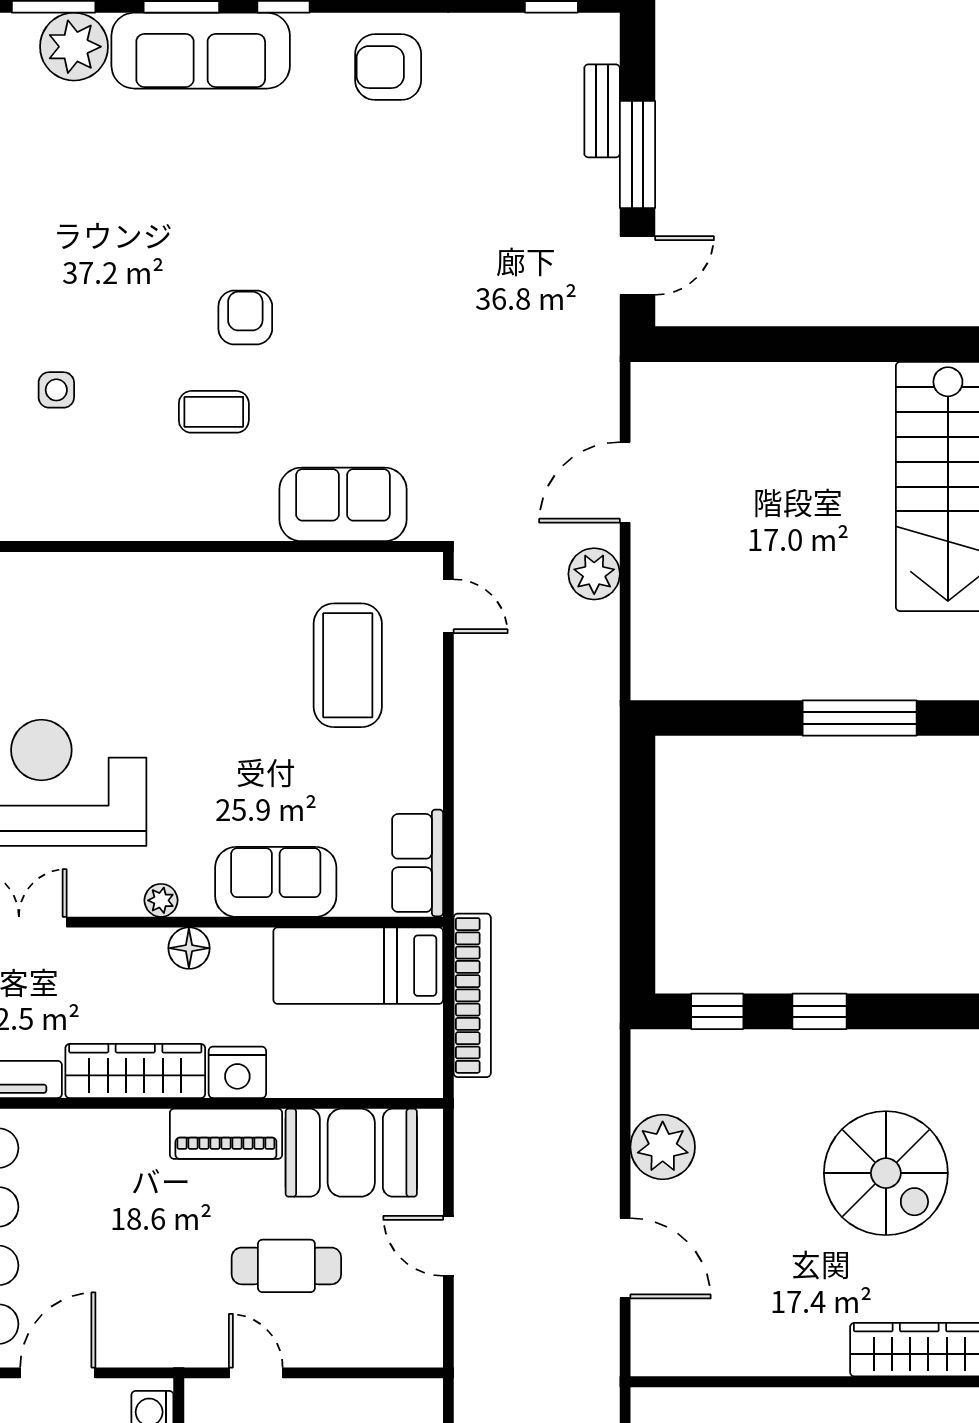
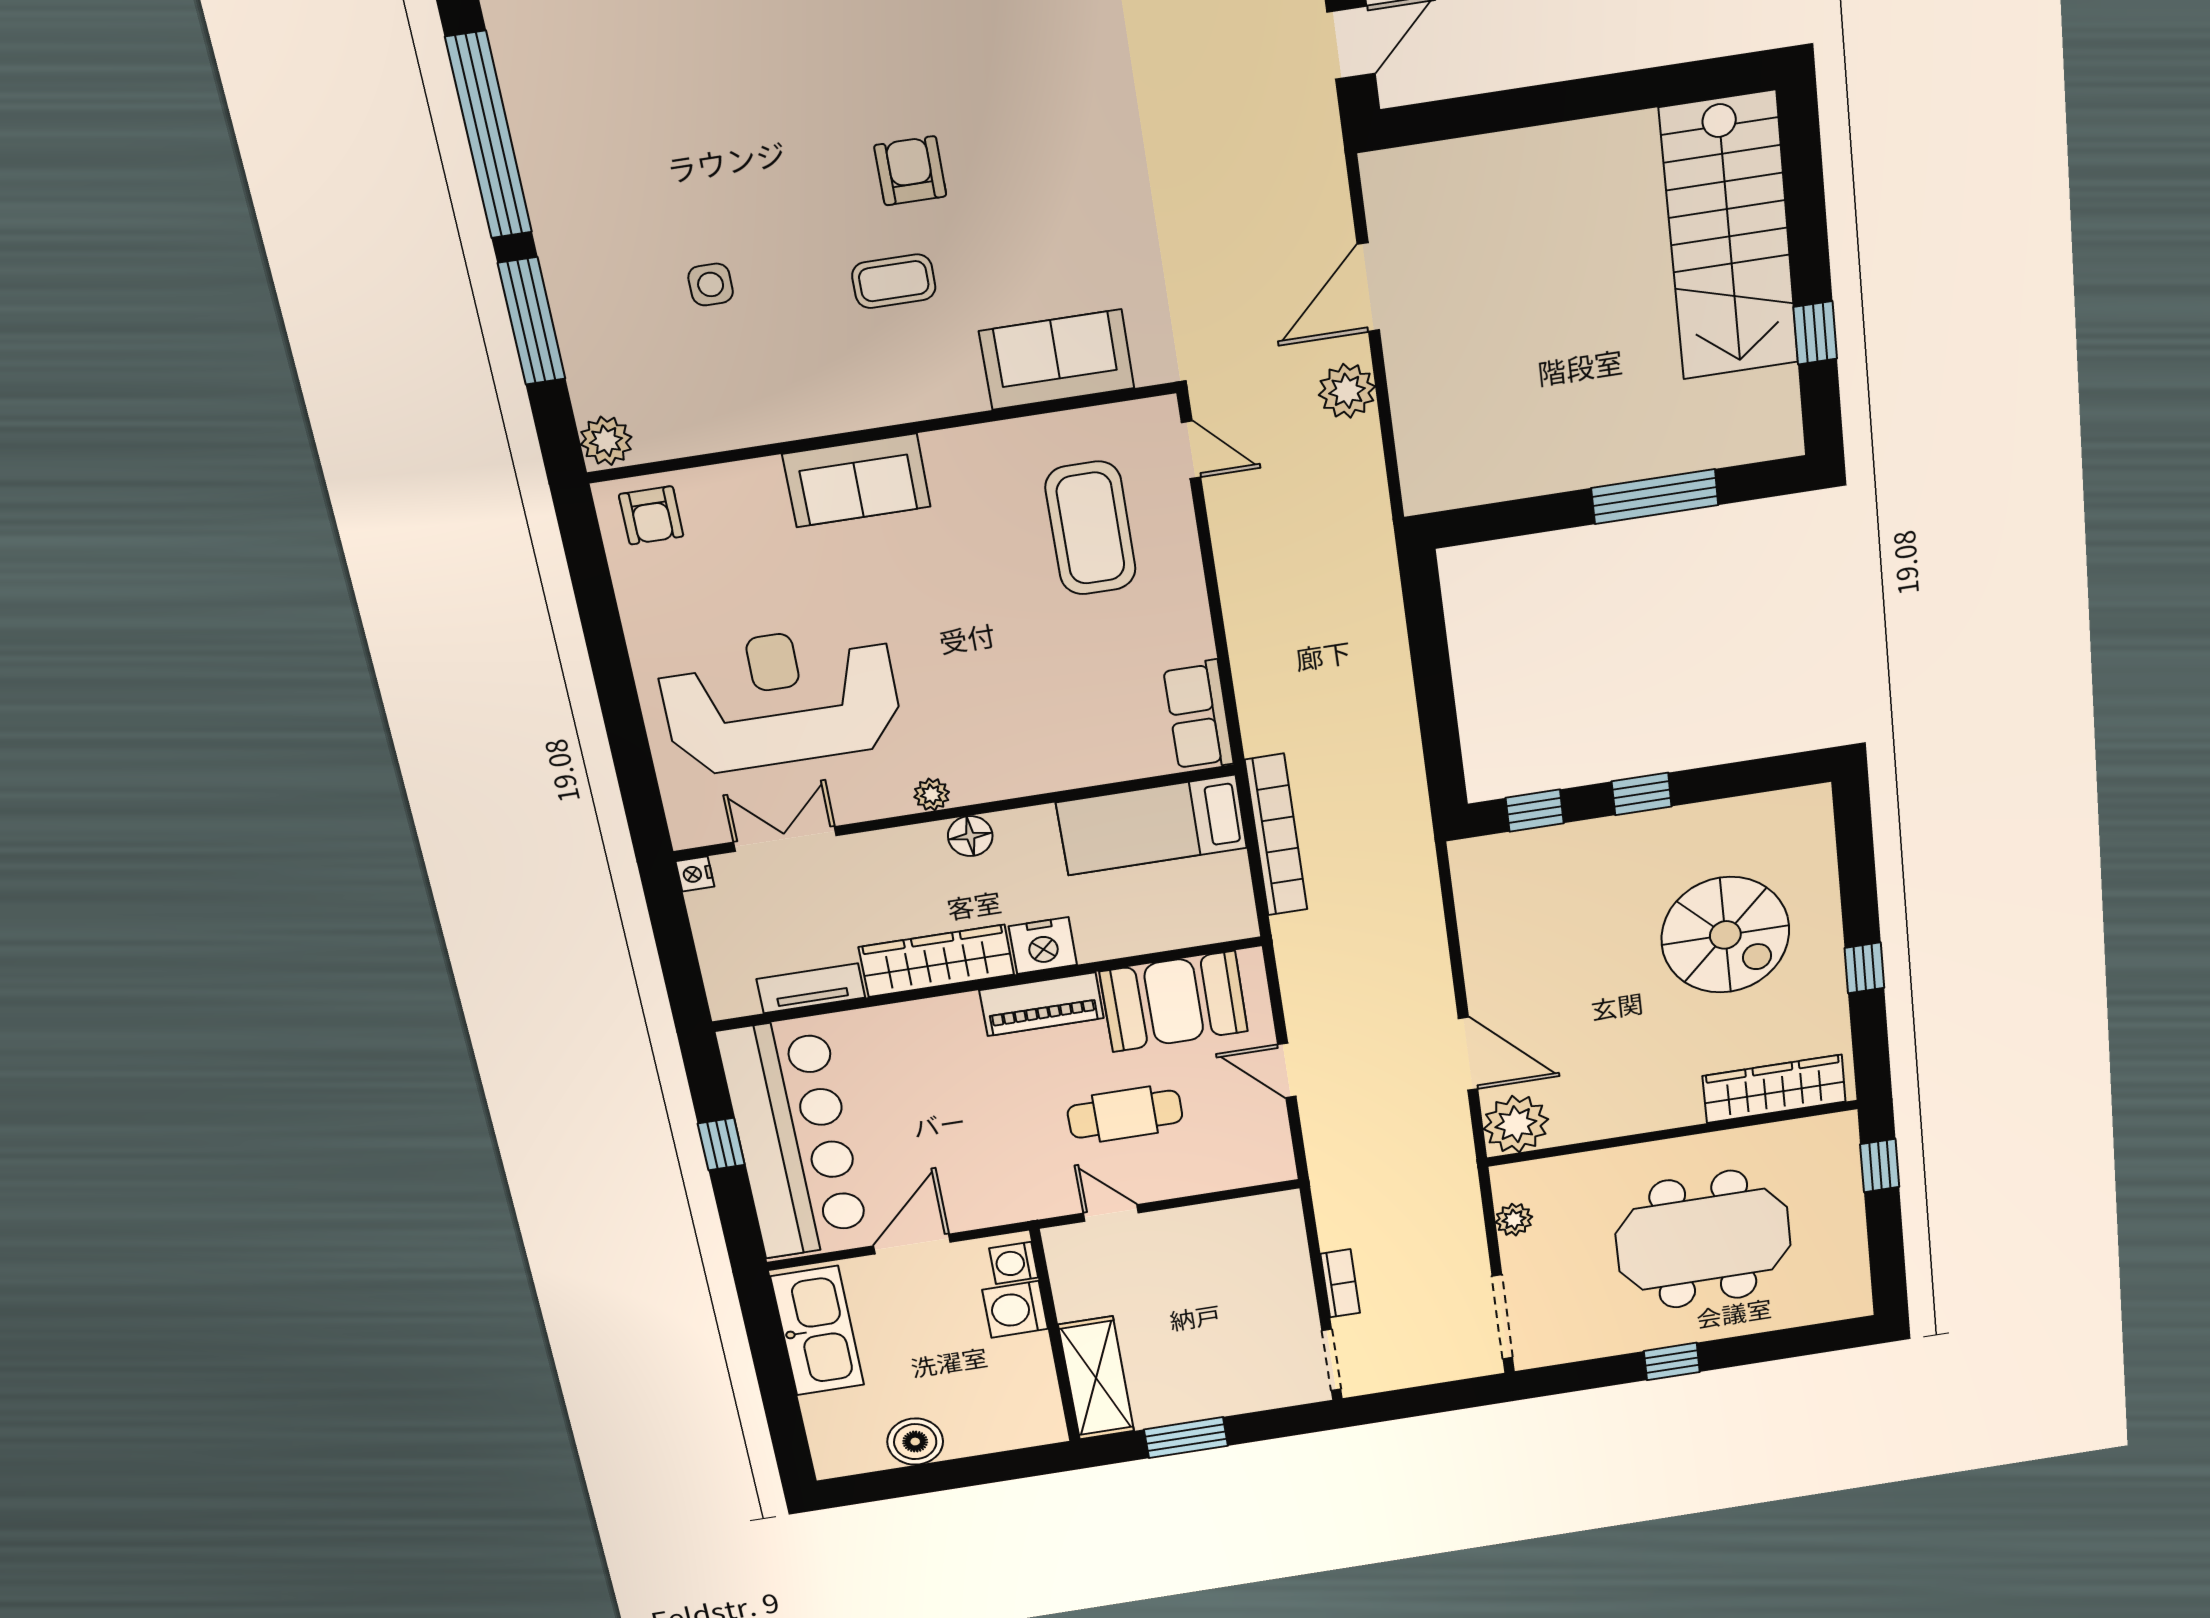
sofa: (276, 882) -> (856, 480), moved, turned 180
plant: (663, 1147) -> (1516, 1124), moved

